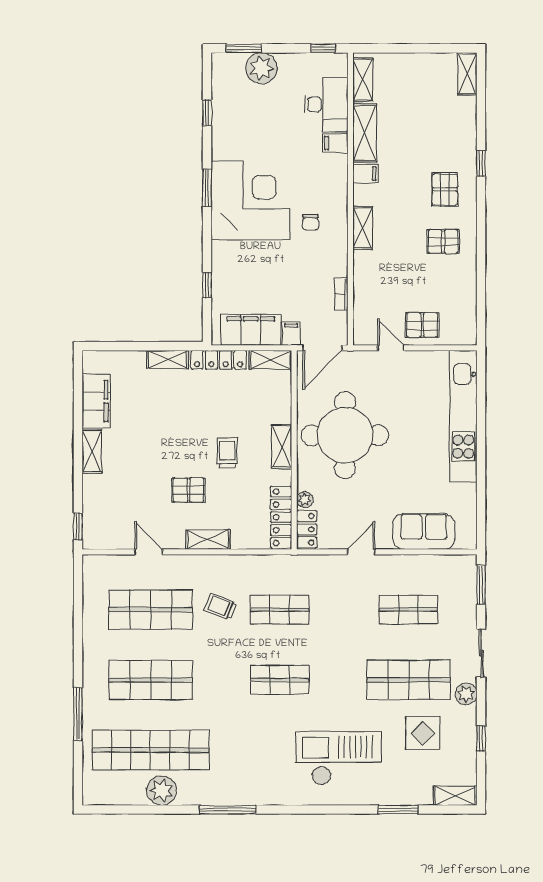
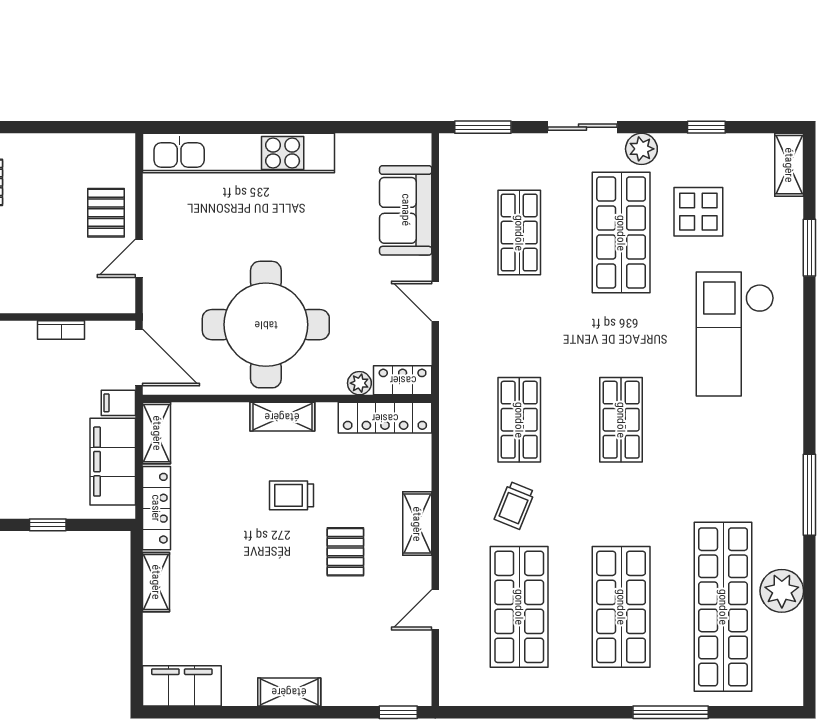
filing cabinet: (96, 401) -> (182, 686), moved

